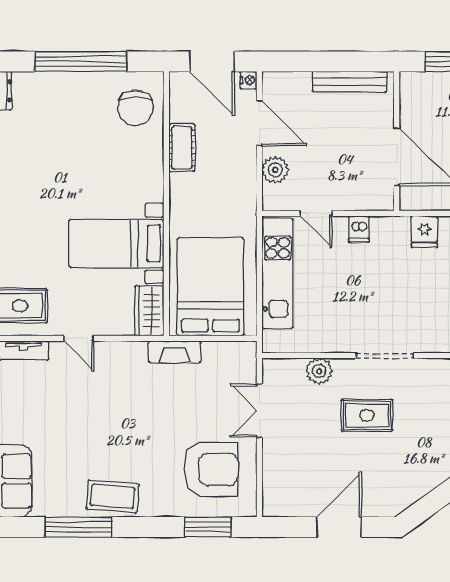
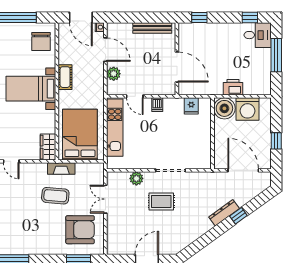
cot: (182, 148) -> (65, 77), moved
bed with nightstands: (116, 243) -> (31, 89), moved
coffee table: (113, 496) -> (55, 196), moved

